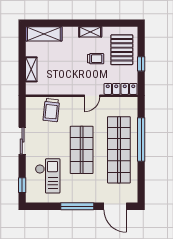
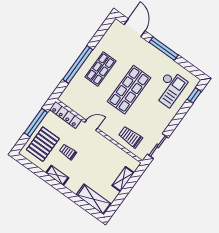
window: (141, 64) -> (36, 123), width x2.17
trolley: (51, 110) -> (130, 137), turned -96
sliding door: (22, 141) -> (158, 146), moved
shop shelf: (119, 150) -> (100, 69), width x0.50, depth x0.74
checkout: (48, 176) -> (170, 88), turned 180

